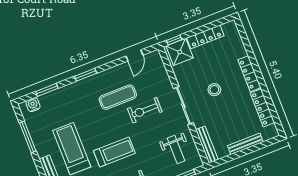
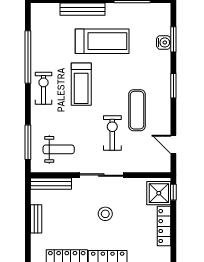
water cooler: (33, 105) -> (164, 42), moved
bench: (245, 144) -> (36, 219), width x0.73
weight bench: (176, 150) -> (59, 149), turned 180

